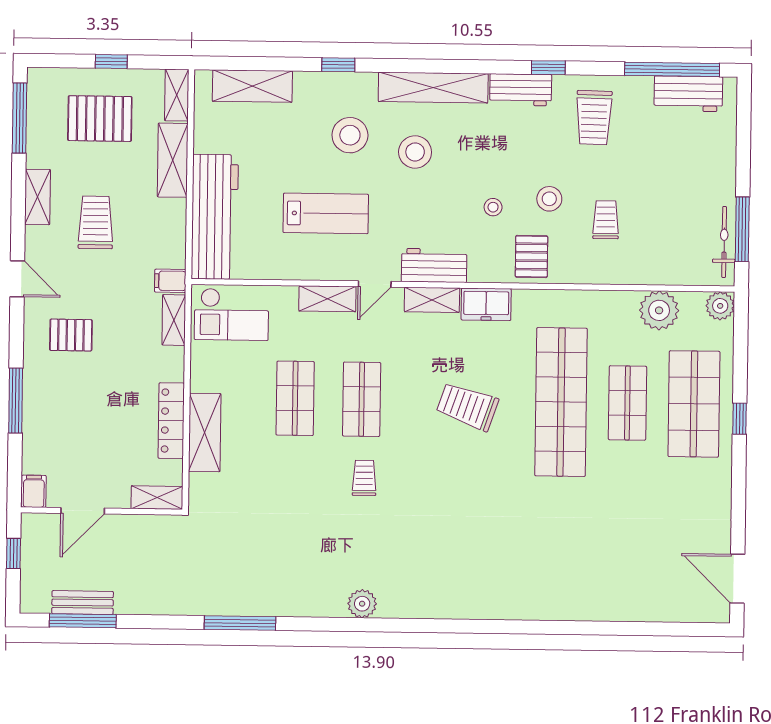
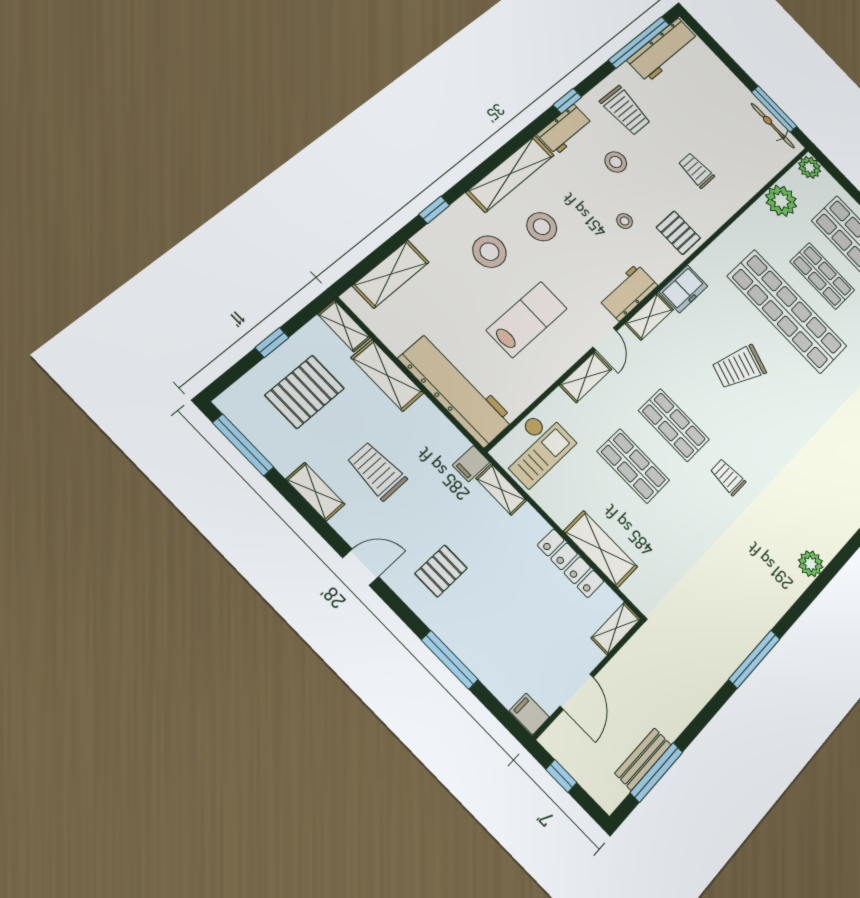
workbench: (688, 94) -> (663, 50), width x1.38
stool: (549, 199) -> (616, 162), moved

